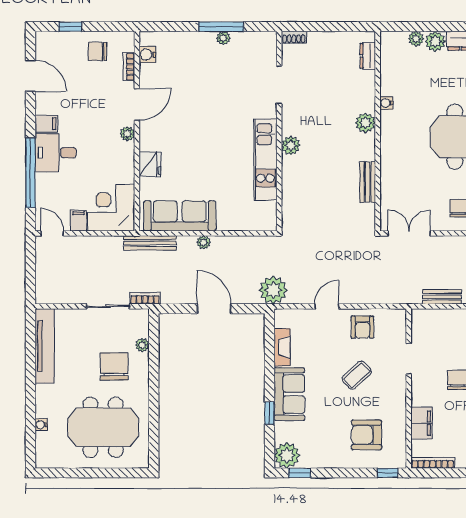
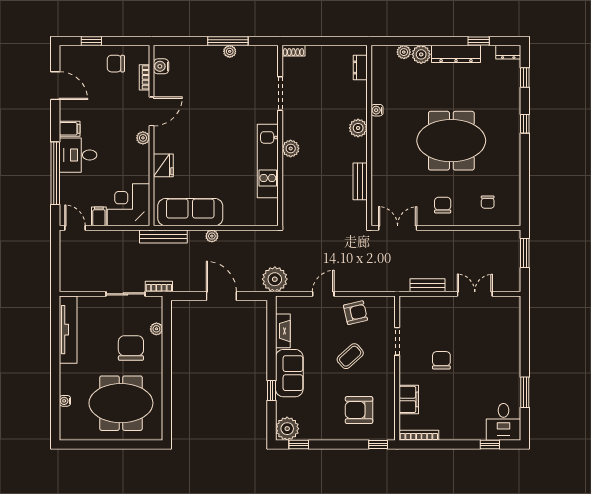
armchair: (362, 327) -> (355, 313), turned -103

